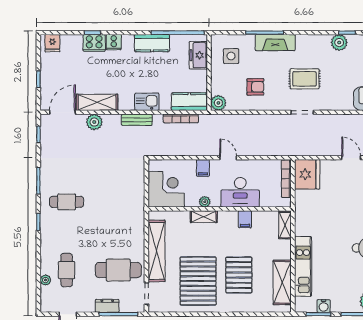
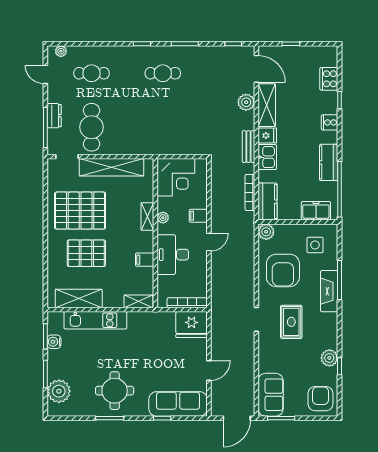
fridge: (52, 43) -> (267, 136), moved, turned 180
cooker: (94, 43) -> (329, 79), moved
armchair: (255, 87) -> (283, 270), width x1.88, depth x1.88
cafe table: (67, 202) -> (163, 73), turned 90
plant: (45, 280) -> (61, 51), moved

